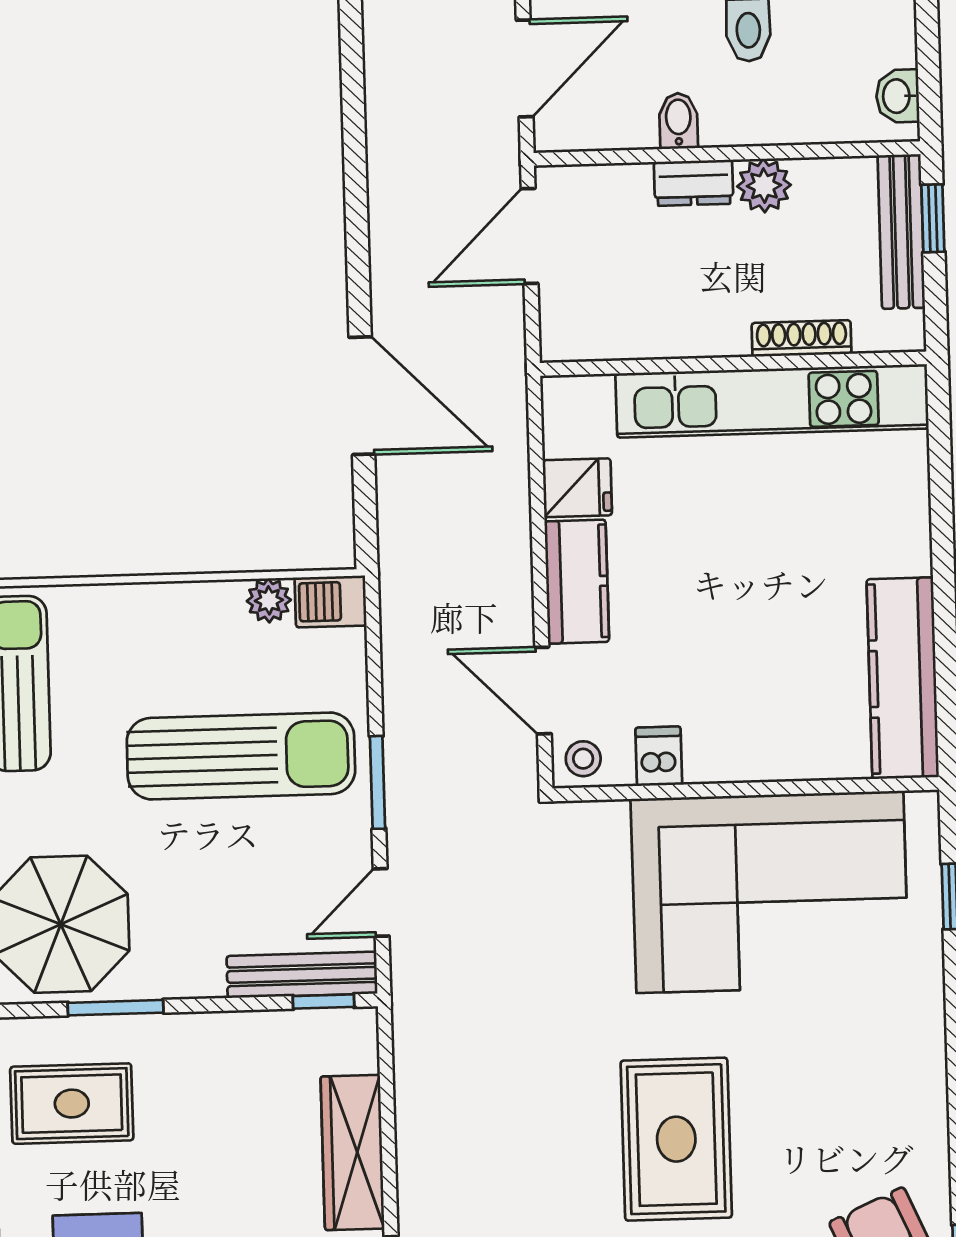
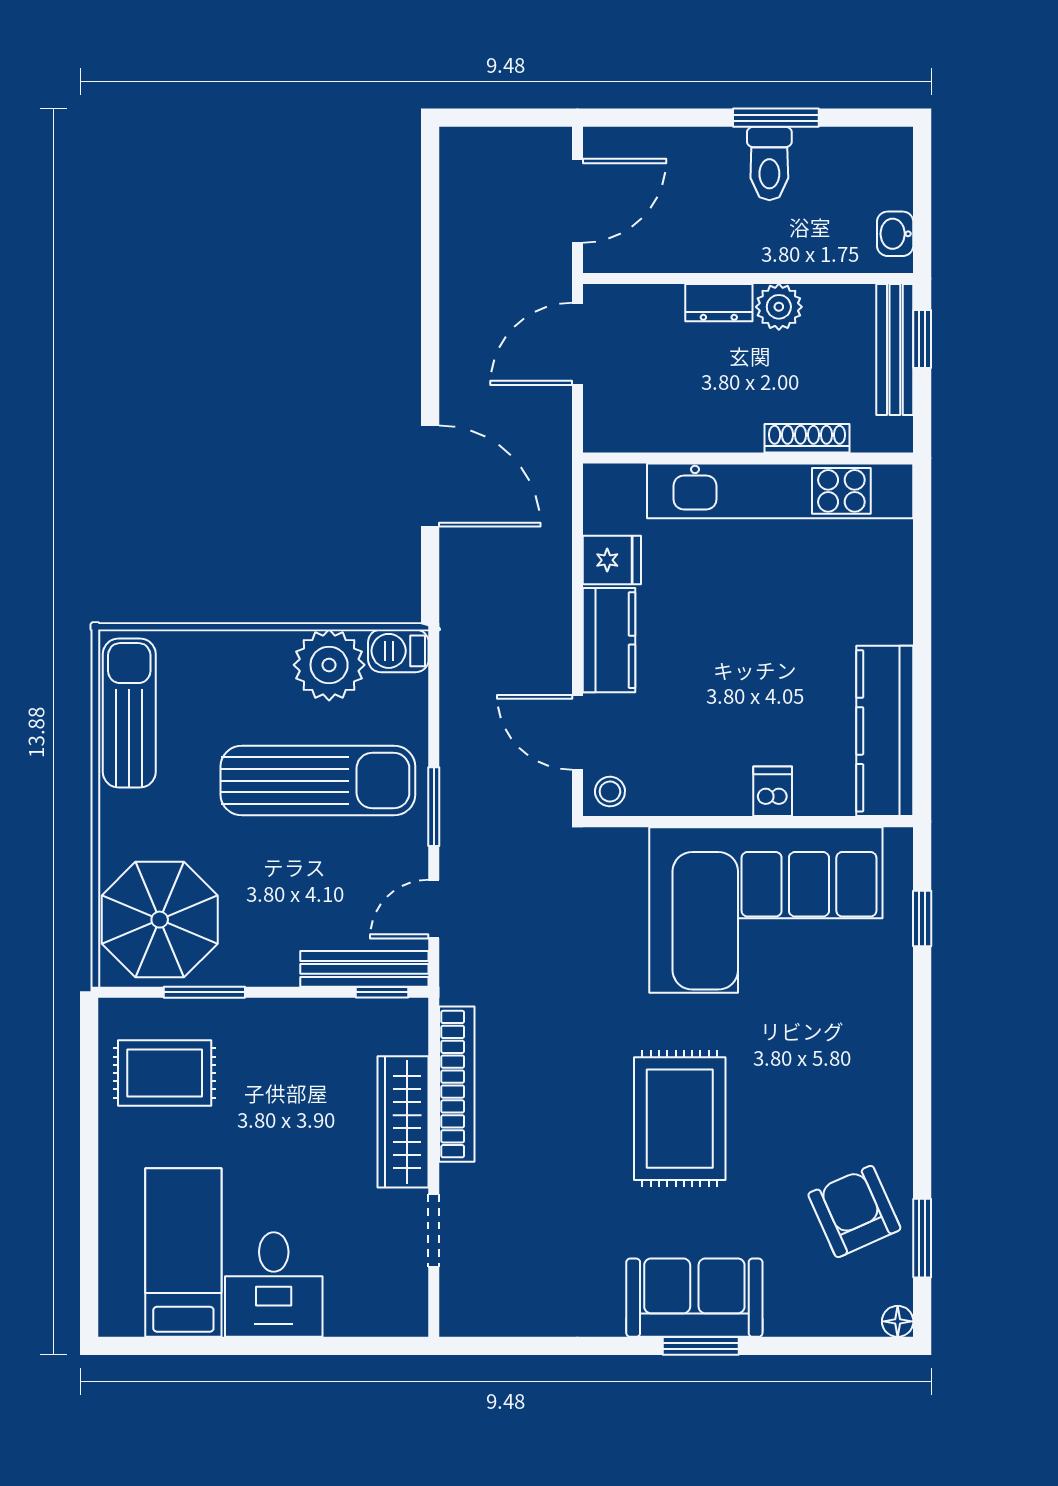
bidet: (678, 121) -> (707, 249), removed
plant: (269, 600) -> (329, 665), width x1.87, depth x1.87
dishwasher: (659, 756) -> (773, 791), moved
bookcase: (414, 1106) -> (457, 1084), added

